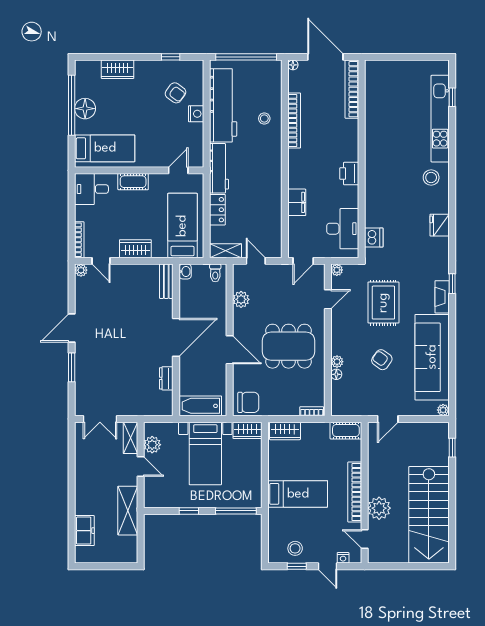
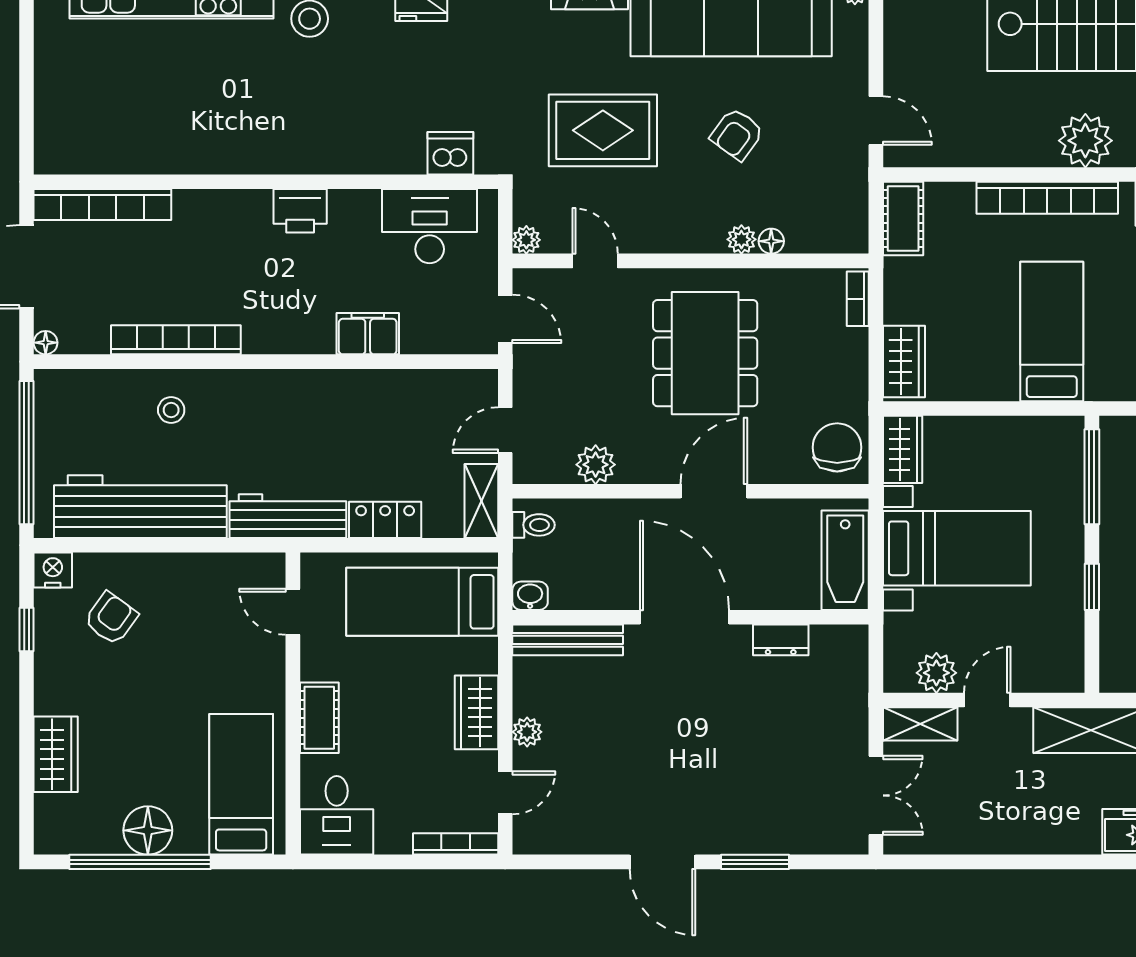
nightstand: (196, 114) -> (53, 570), moved
plant: (81, 270) -> (527, 732), moved
bench: (166, 281) -> (568, 640), width x1.36

